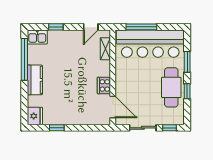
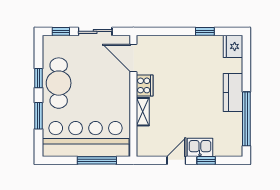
door: (91, 27) -> (176, 160), moved
kitchen sink: (37, 37) -> (200, 147), moved
shelving: (105, 49) -> (143, 112), moved

